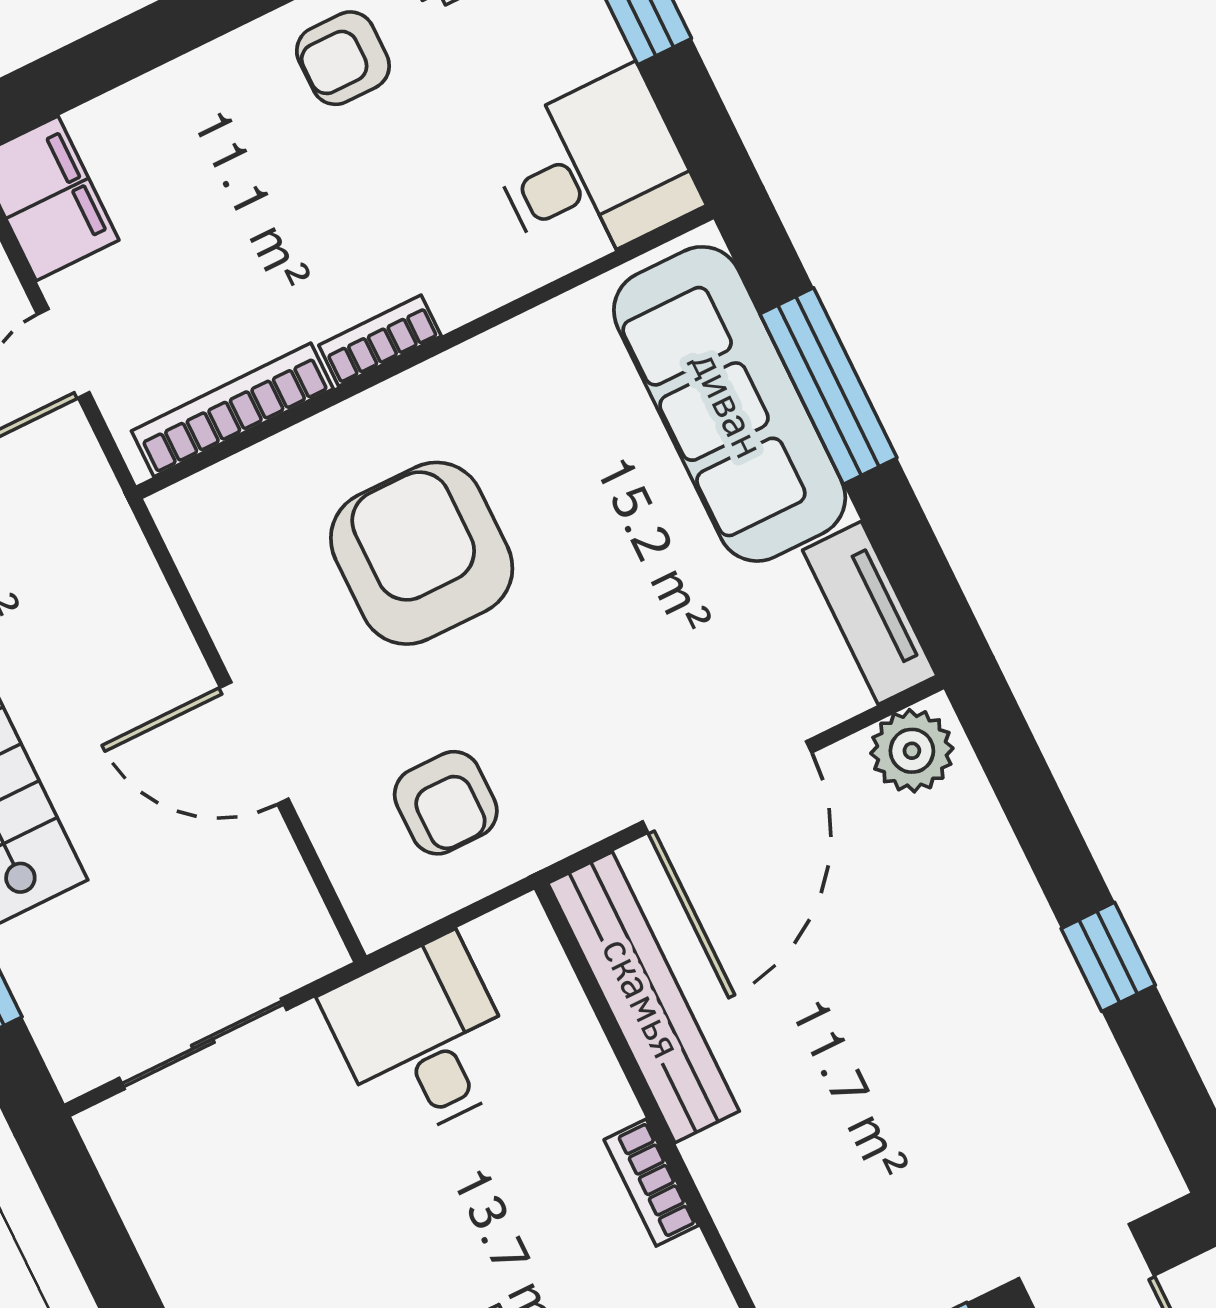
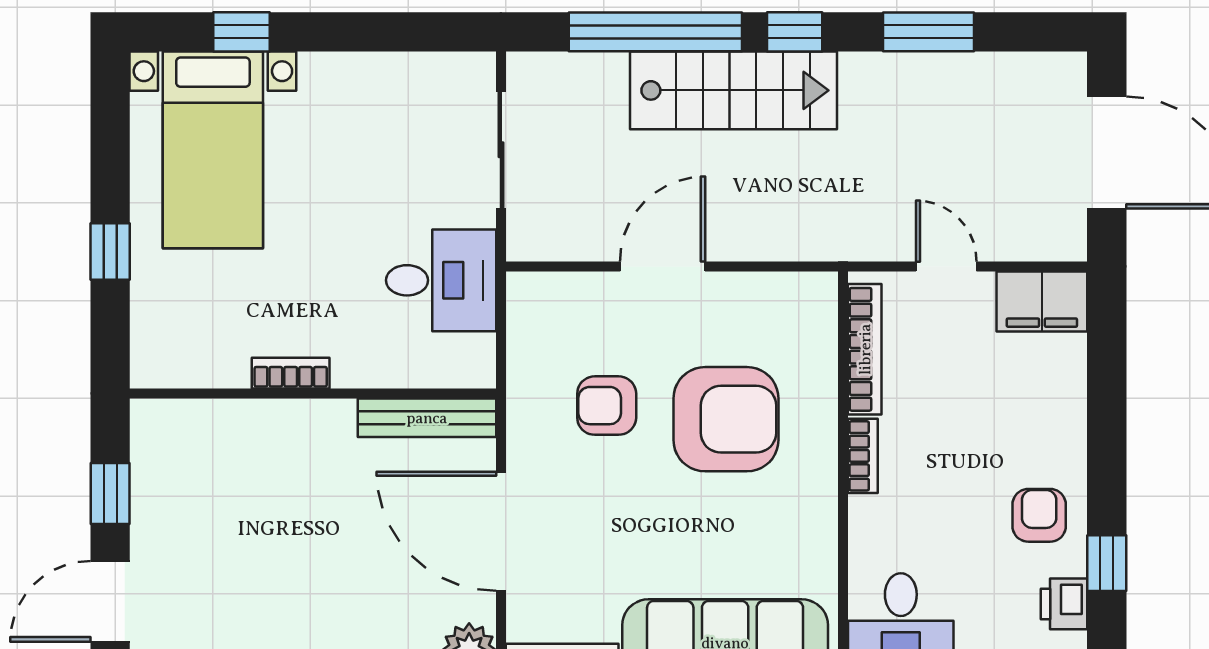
armchair: (446, 803) -> (607, 406), moved
bench: (644, 997) -> (427, 418), width x0.73, depth x0.82

